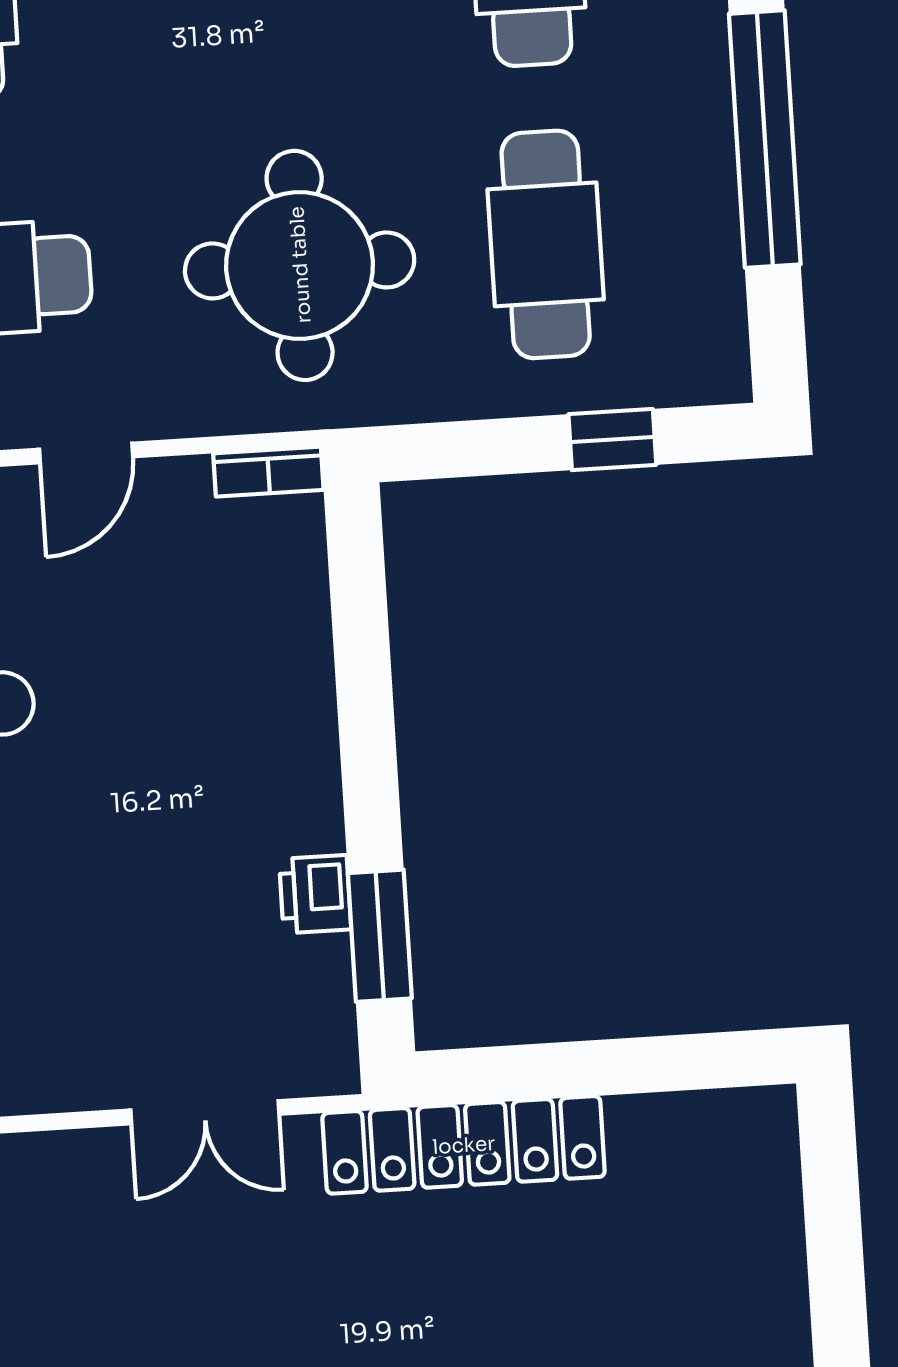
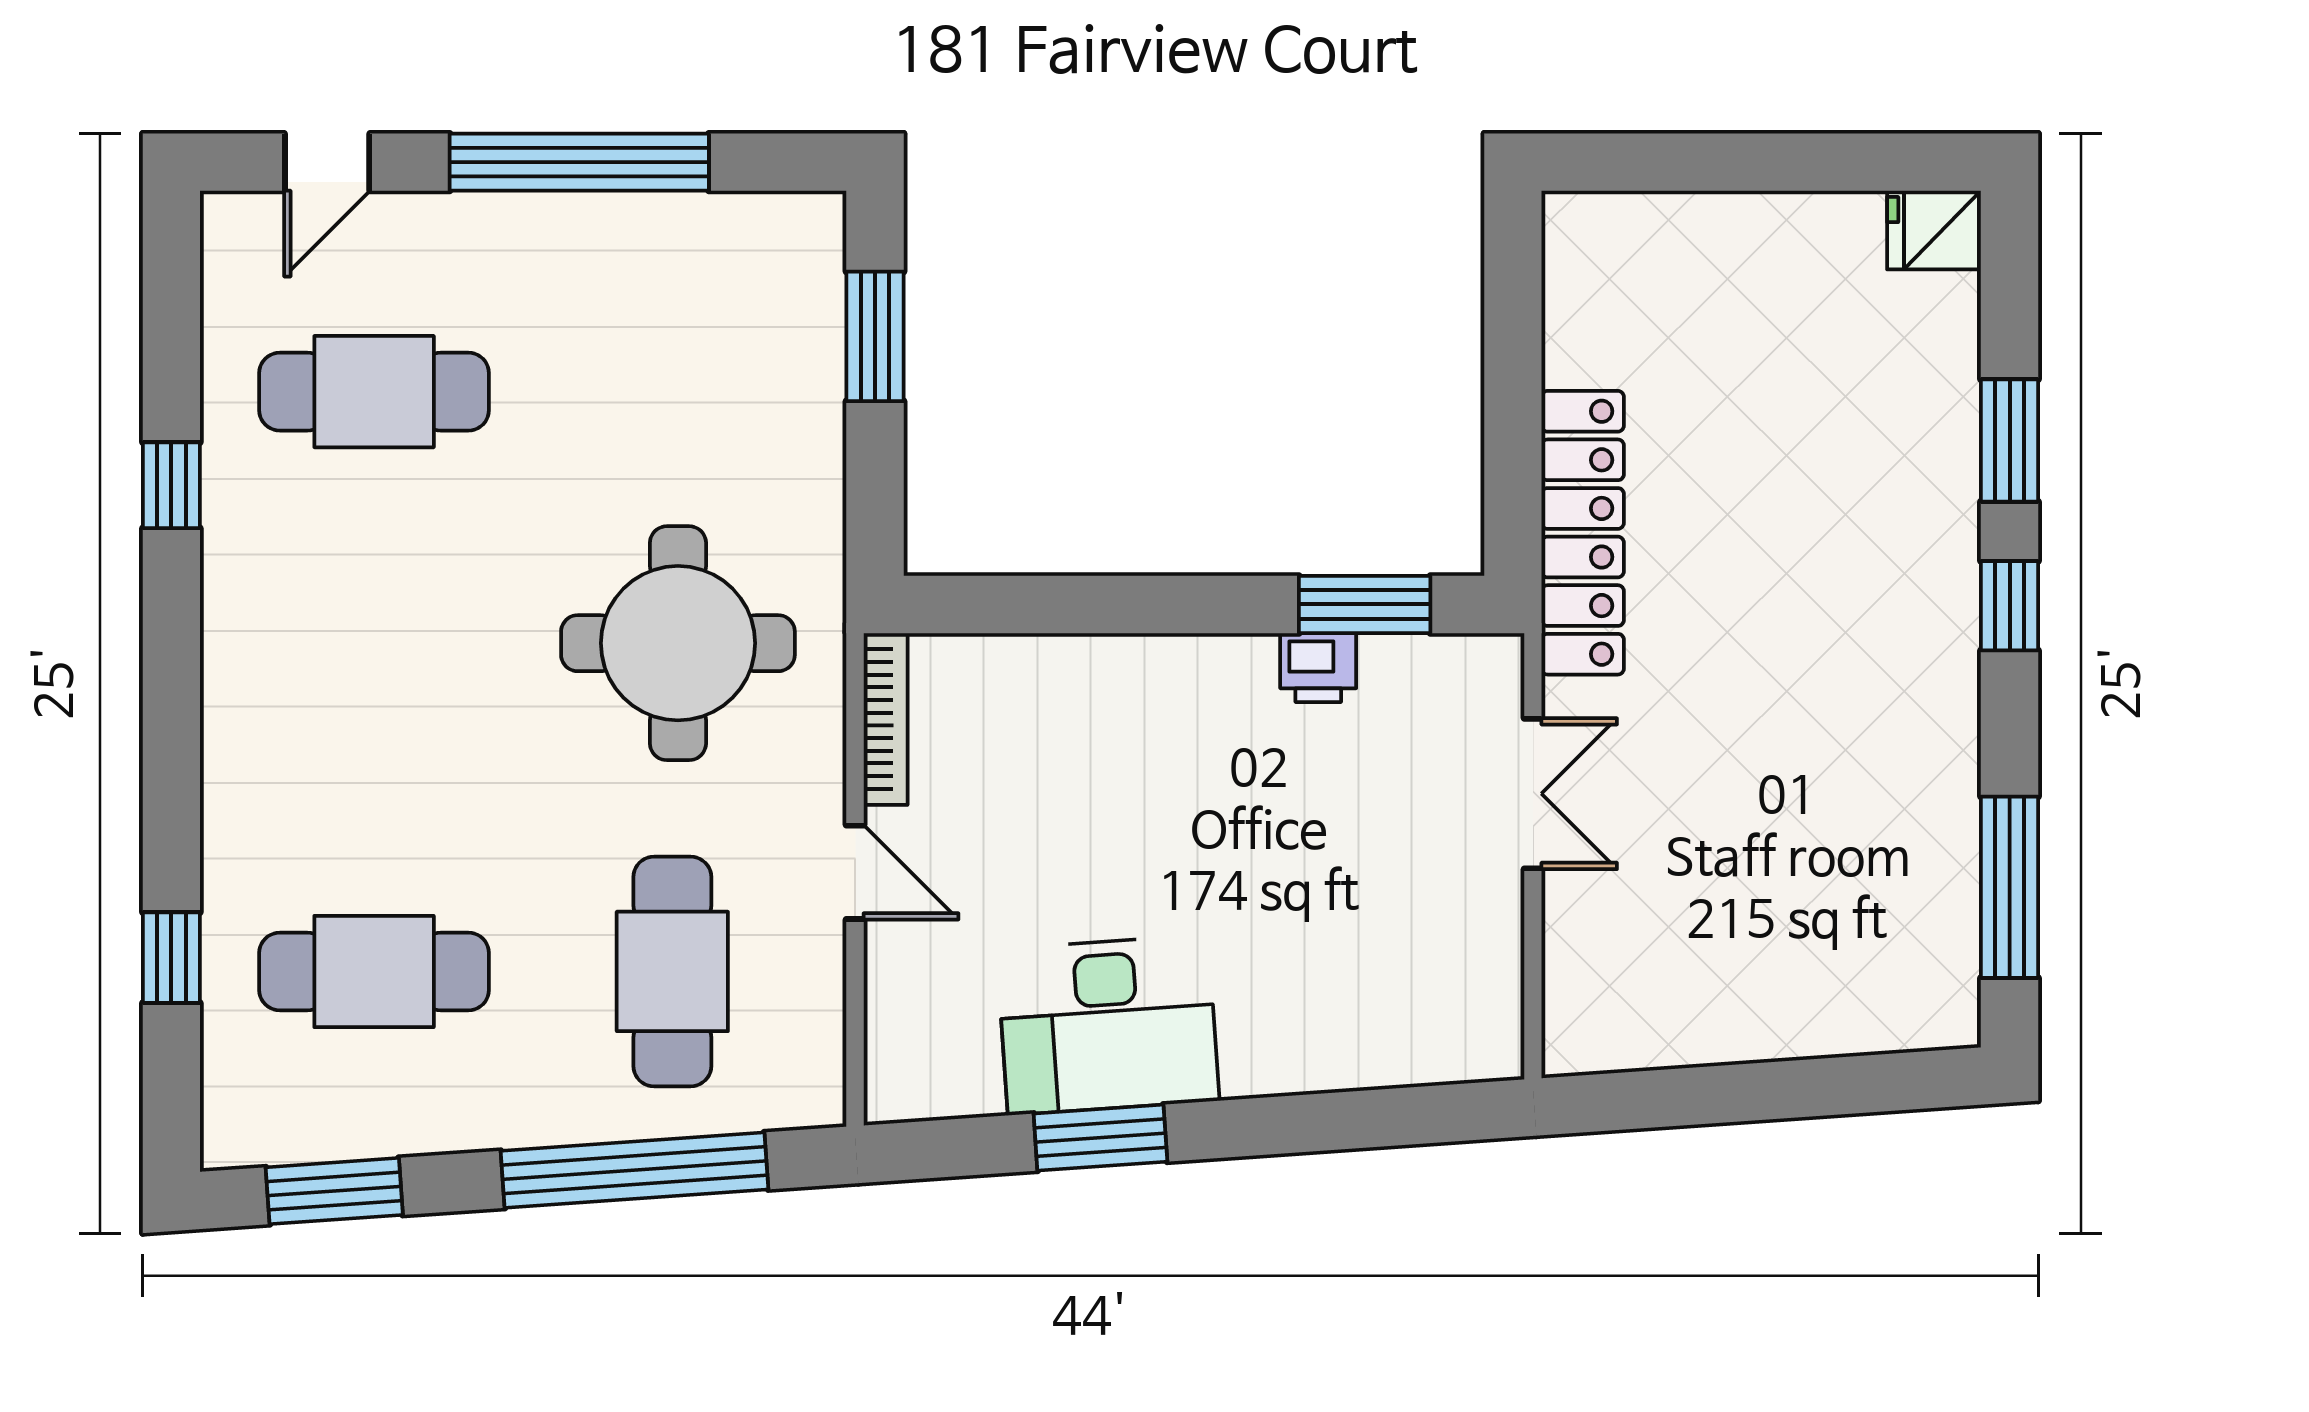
cafe table: (546, 244) -> (672, 392), removed
window: (612, 440) -> (875, 336), width x1.50
bookcase: (268, 472) -> (886, 719), width x1.56

